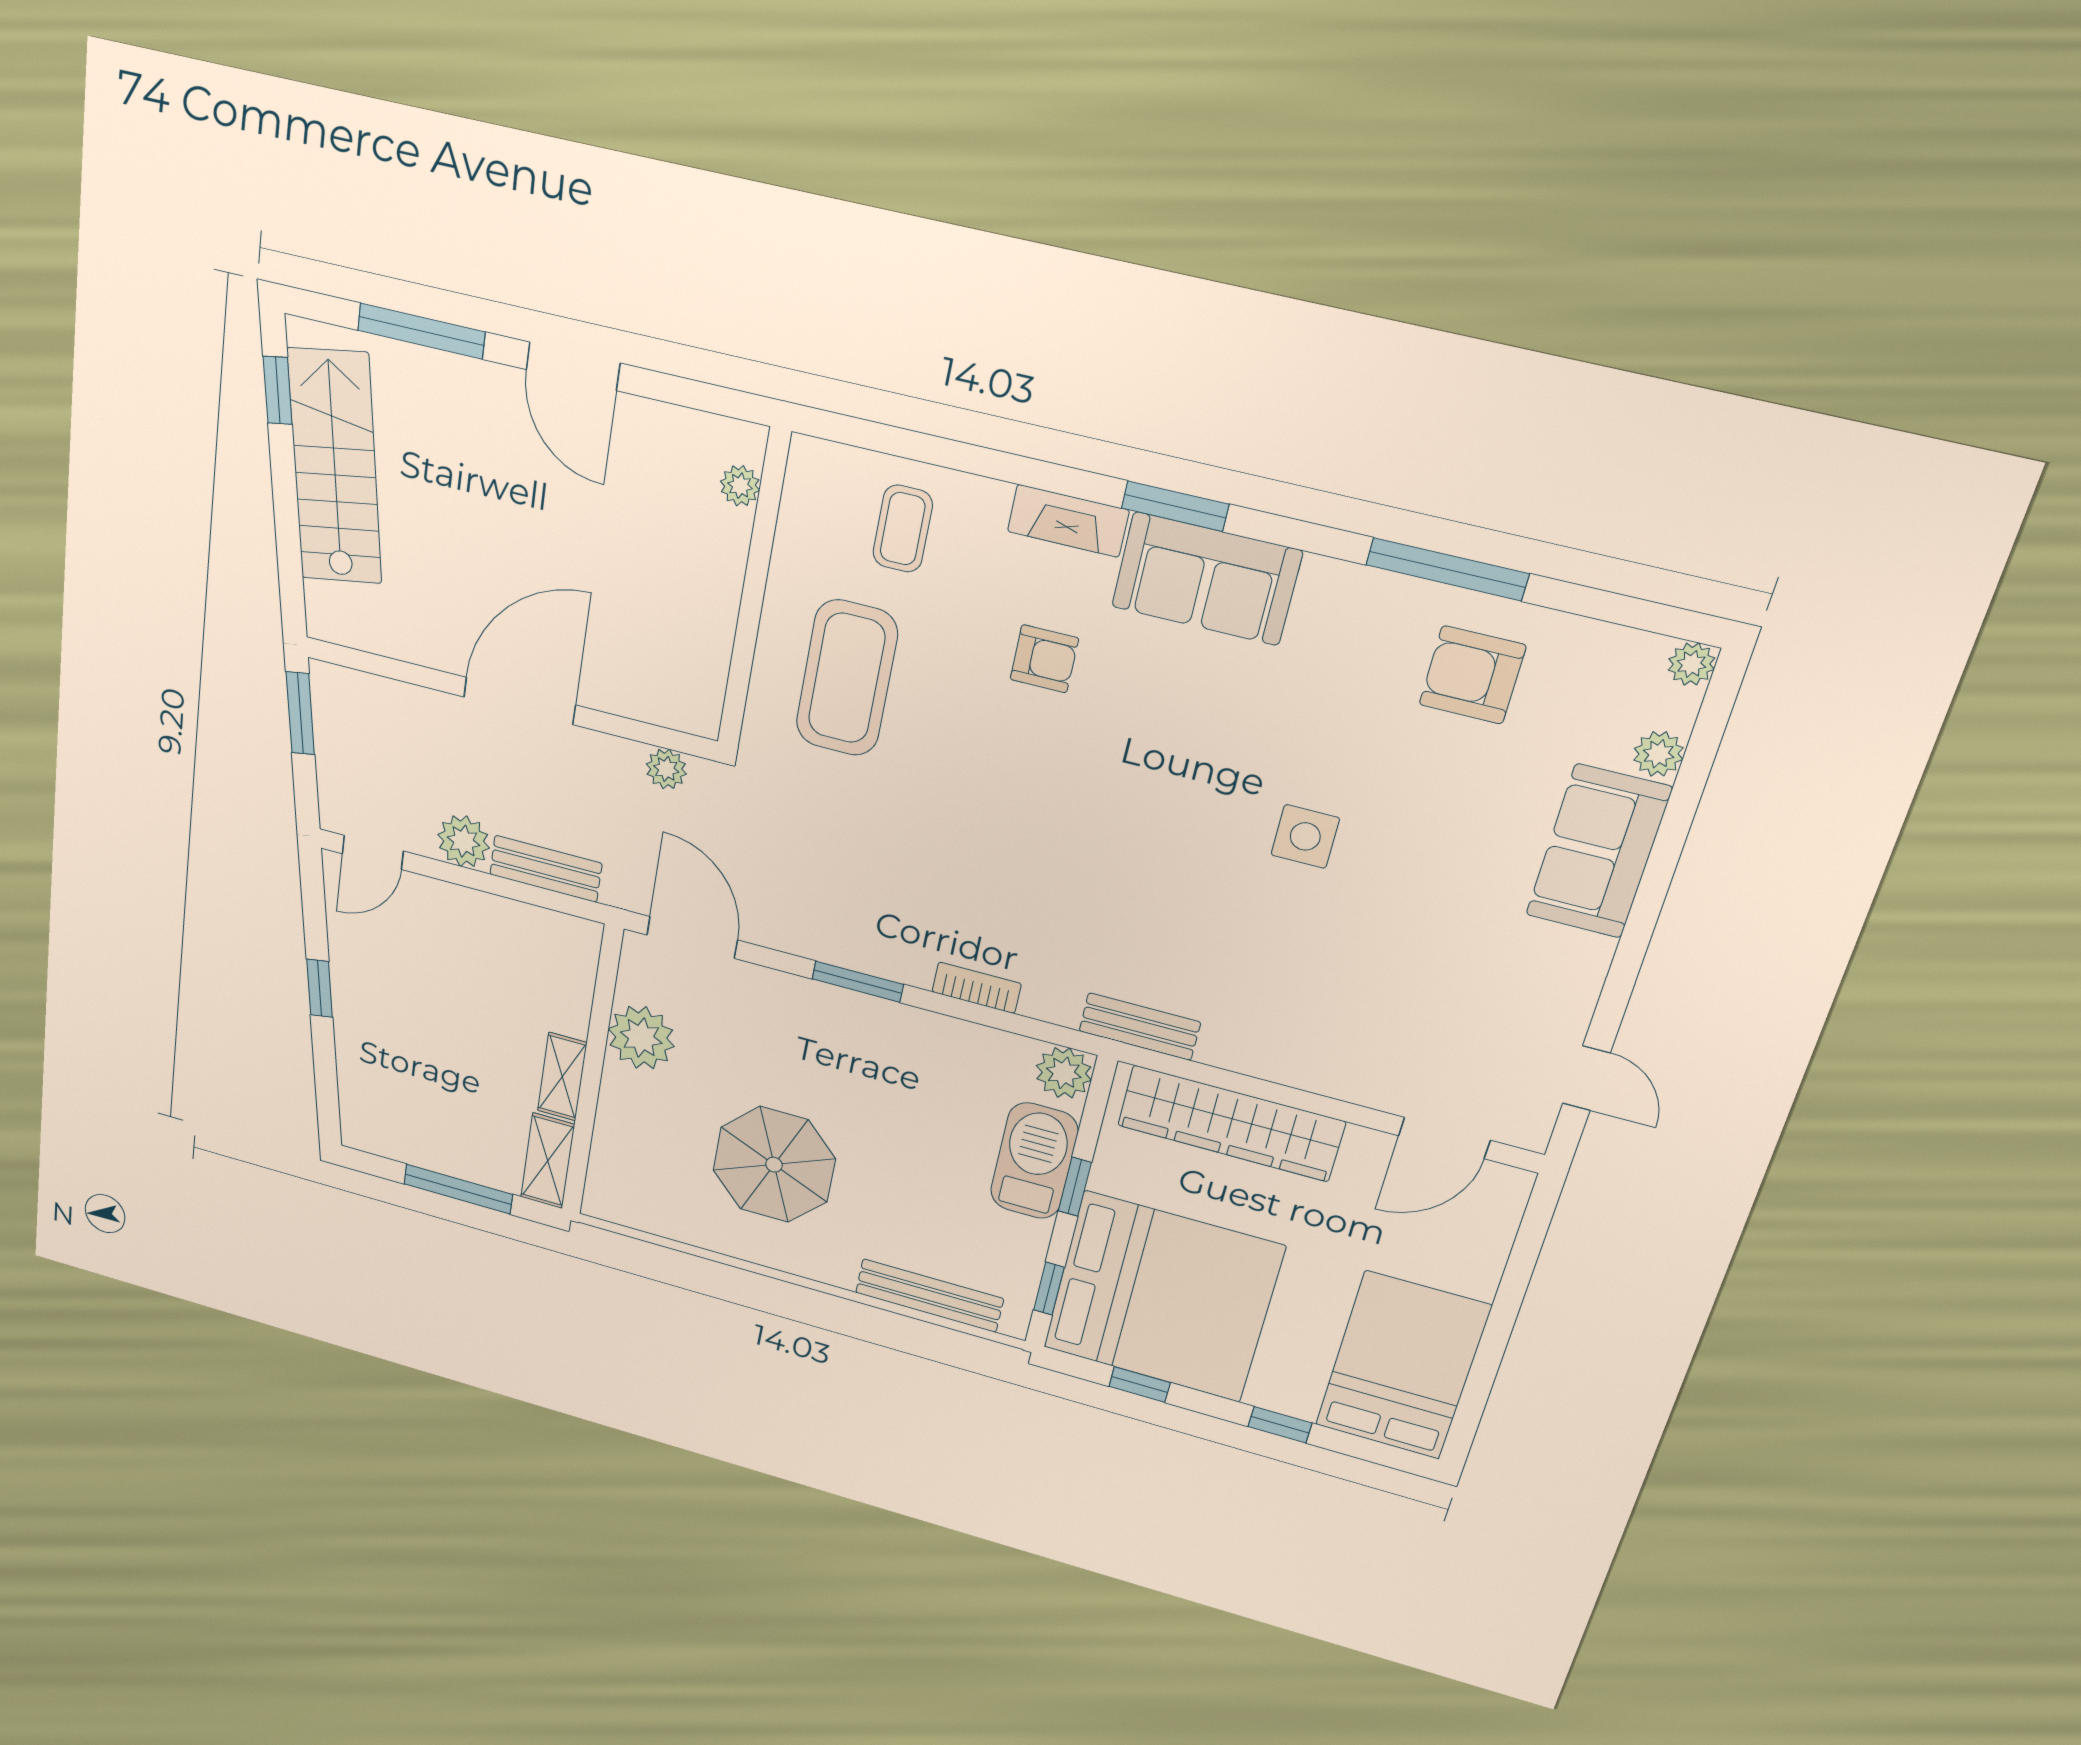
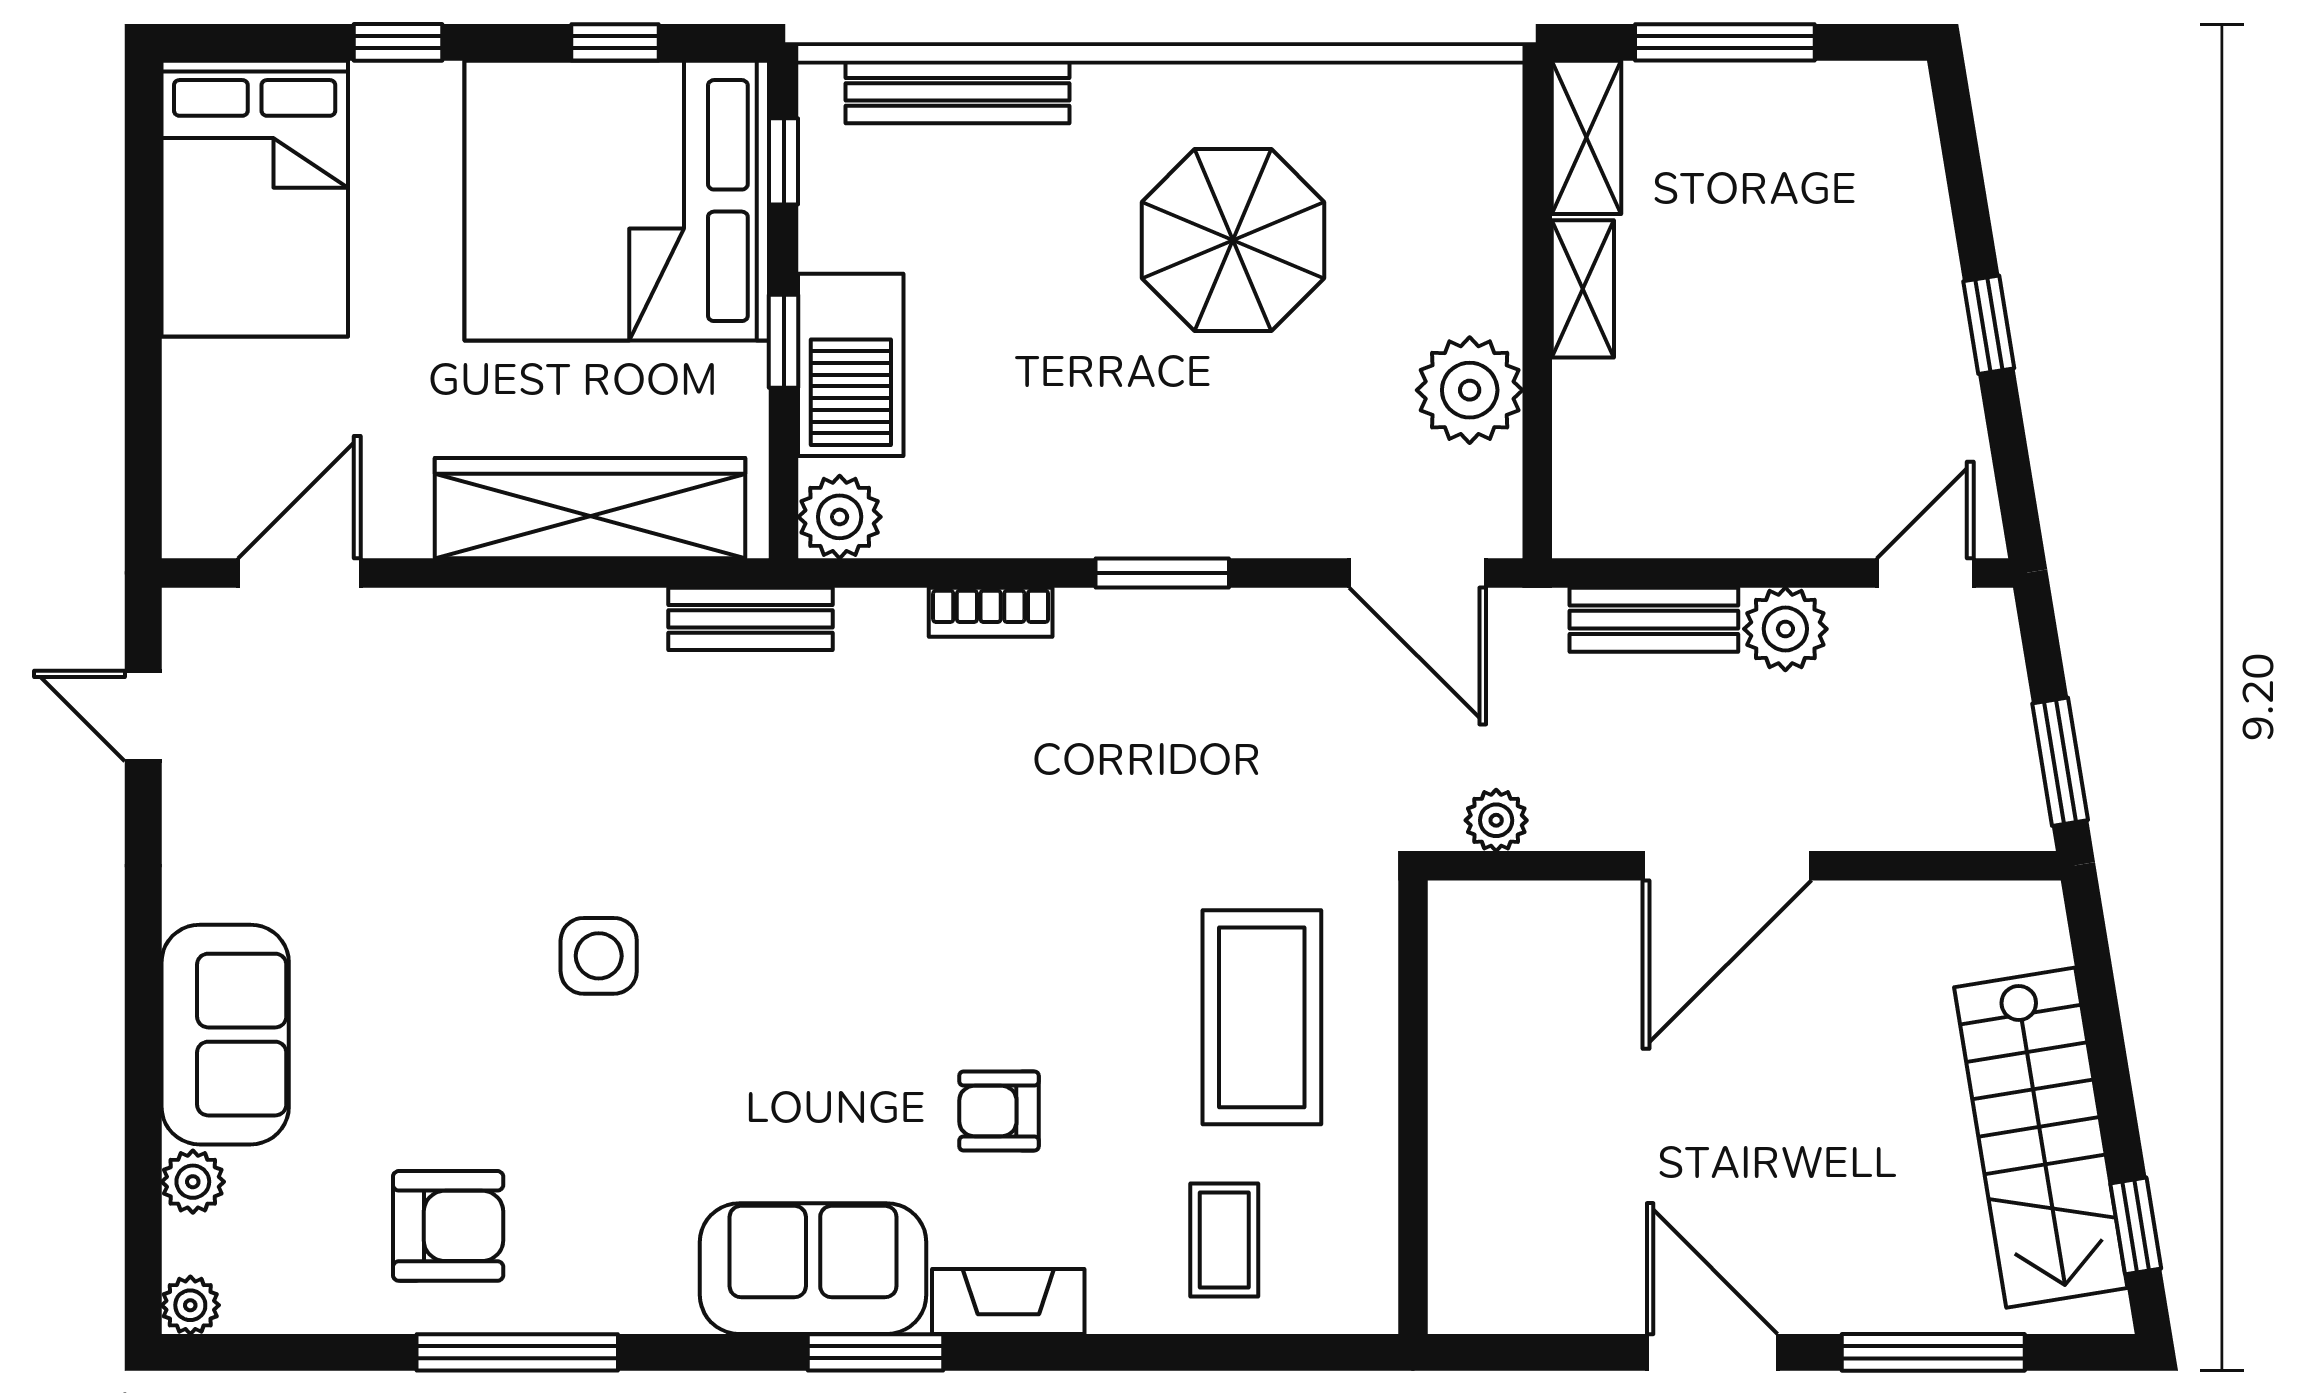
plant: (740, 486) -> (1456, 1246), removed

